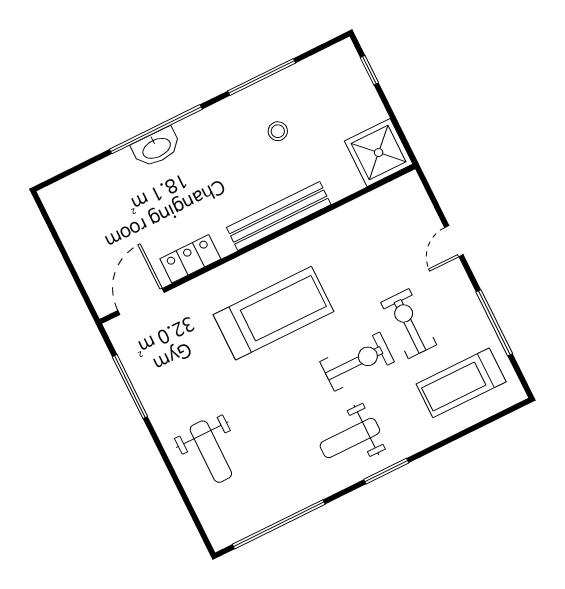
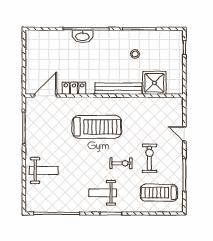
shower: (379, 153) -> (154, 83), moved
door: (454, 241) -> (184, 134), hinge flipped
exercise bike: (357, 362) -> (121, 163), width x0.73, depth x0.72
weight bench: (211, 452) -> (44, 170), turned -90

